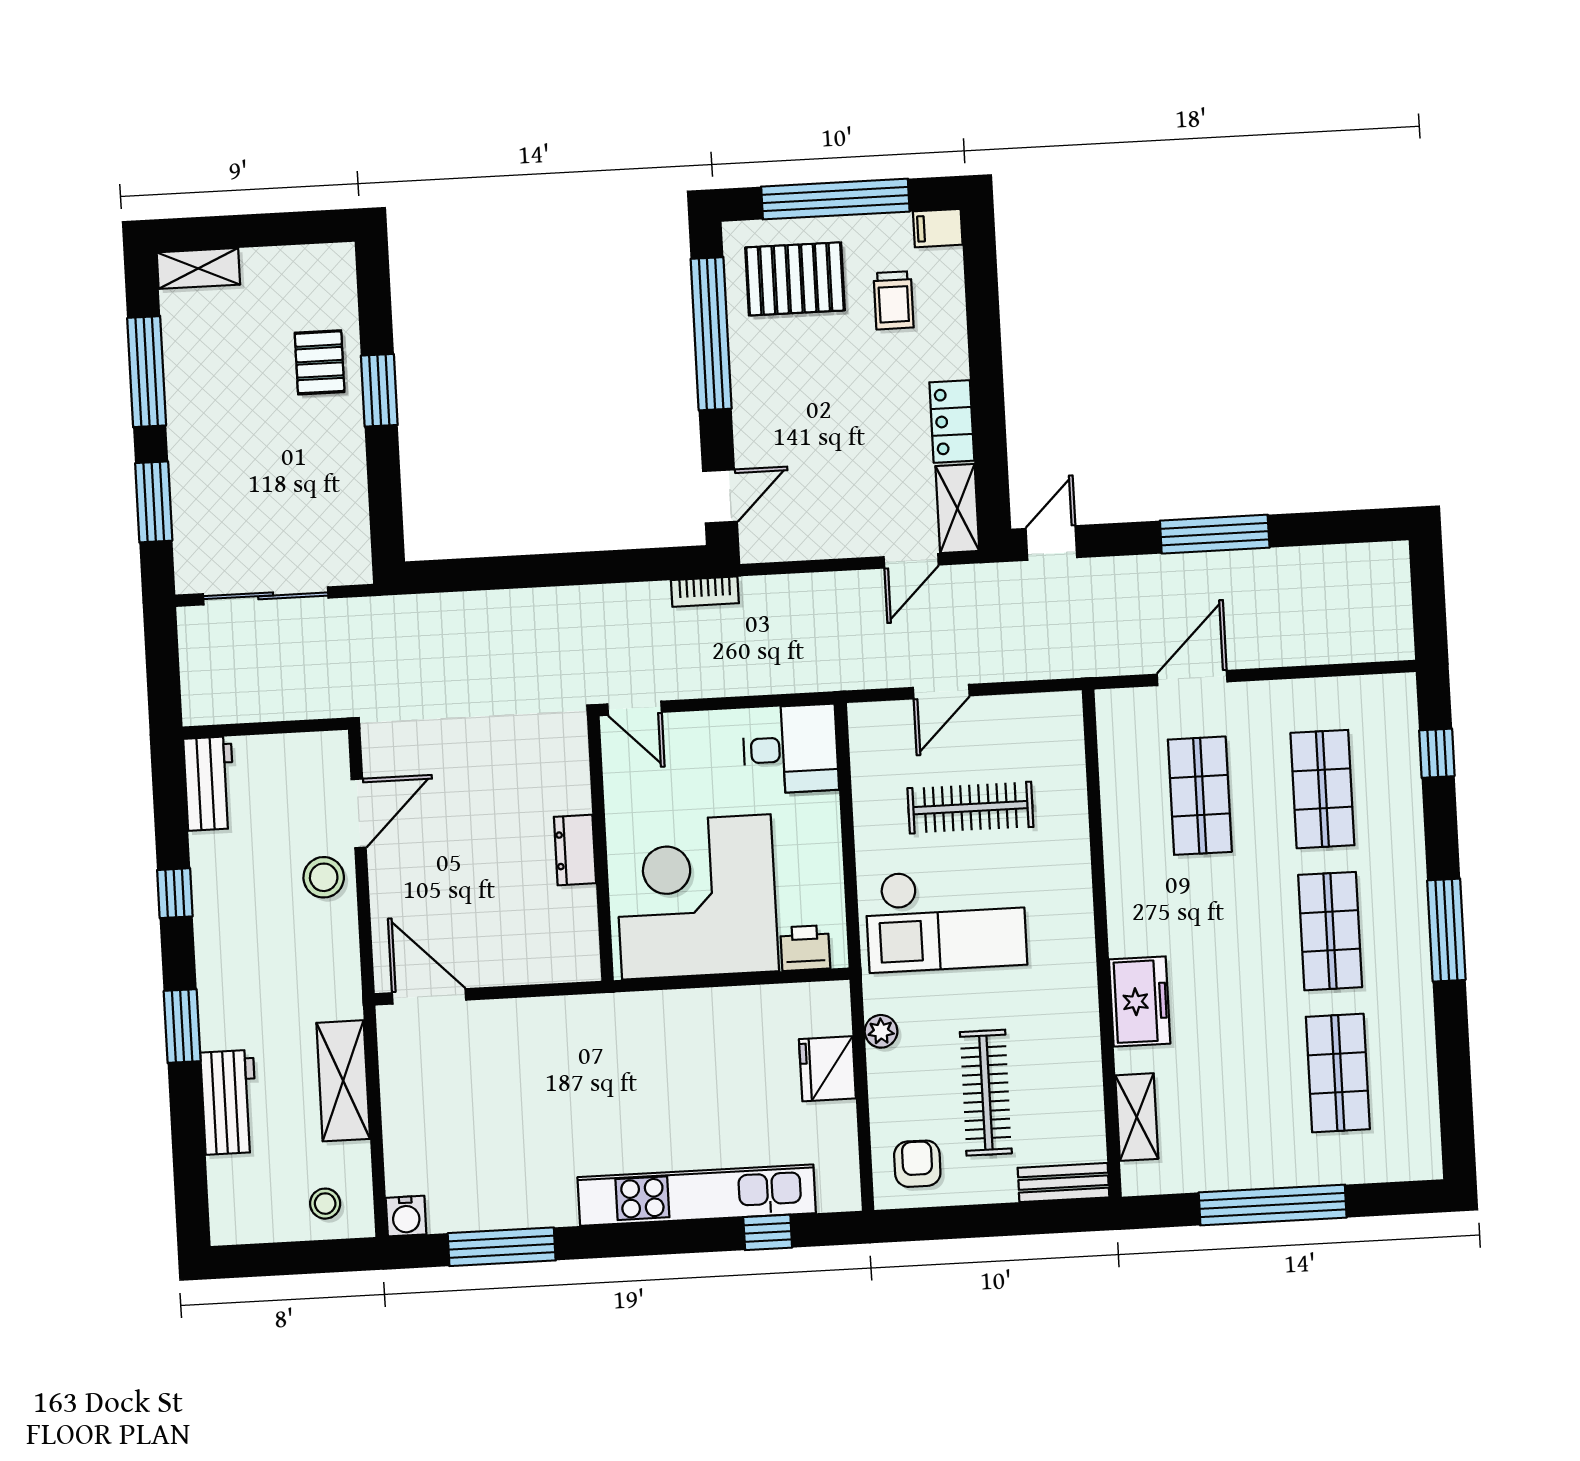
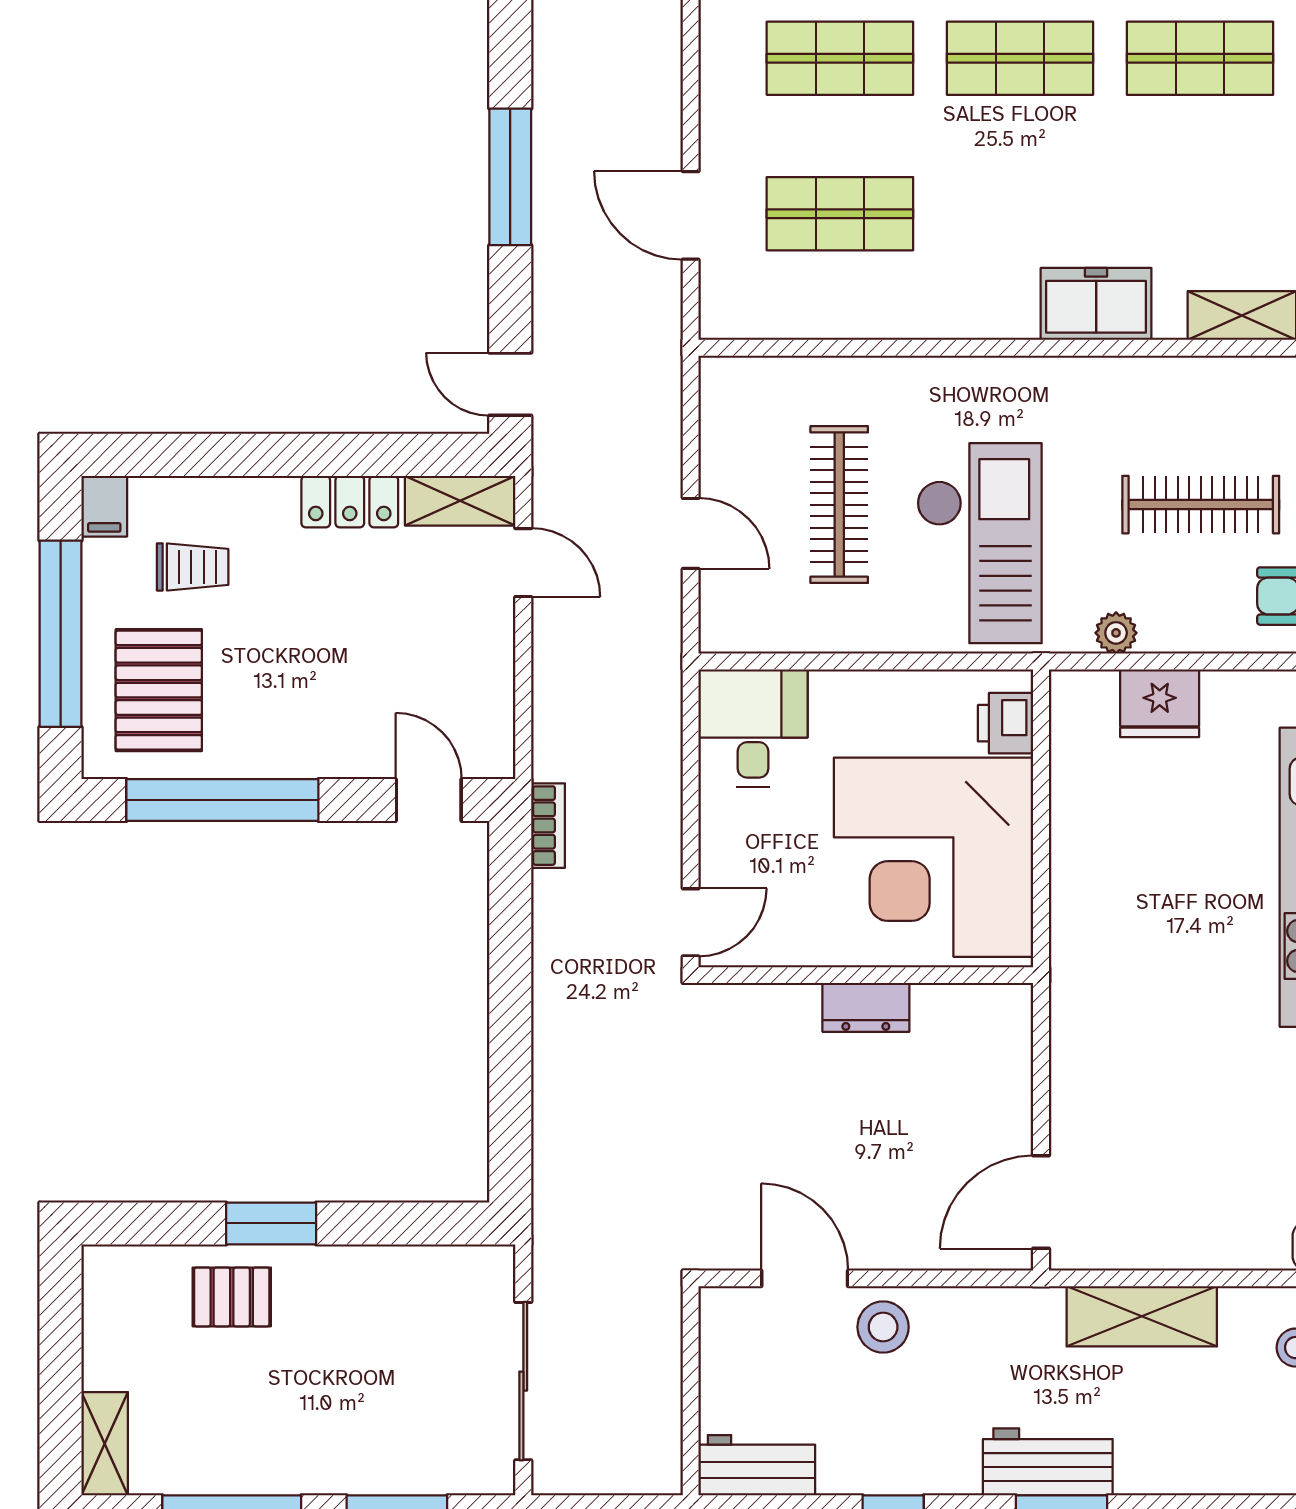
workbench: (229, 1102) -> (1048, 1462), moved

